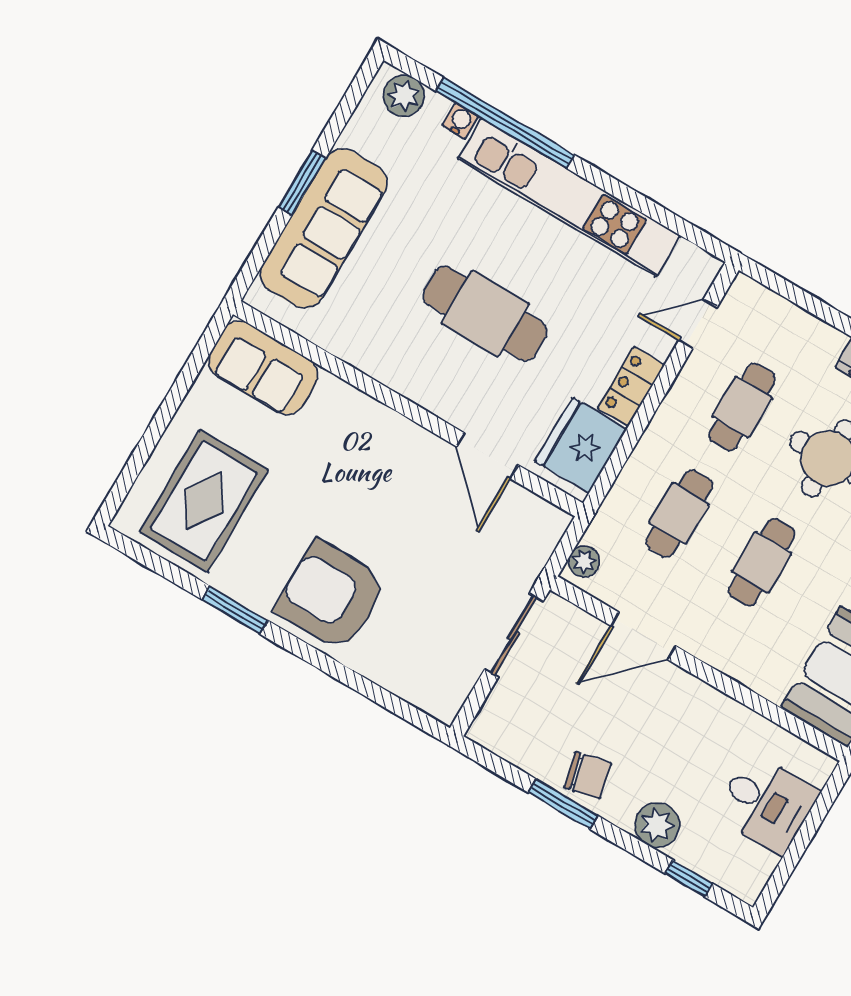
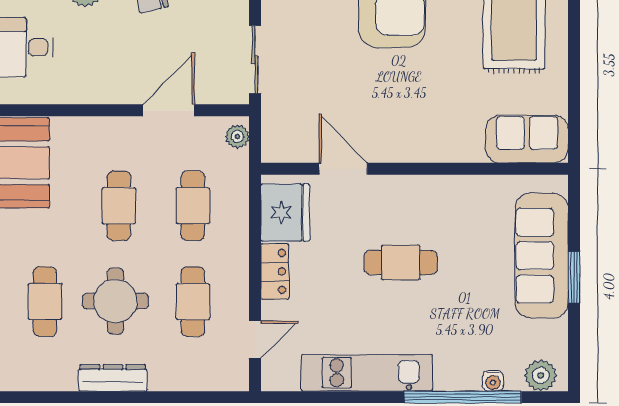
kitchen unit: (569, 197) -> (367, 373), width x0.73
cafe table: (485, 314) -> (401, 262), width x0.73, depth x0.74

